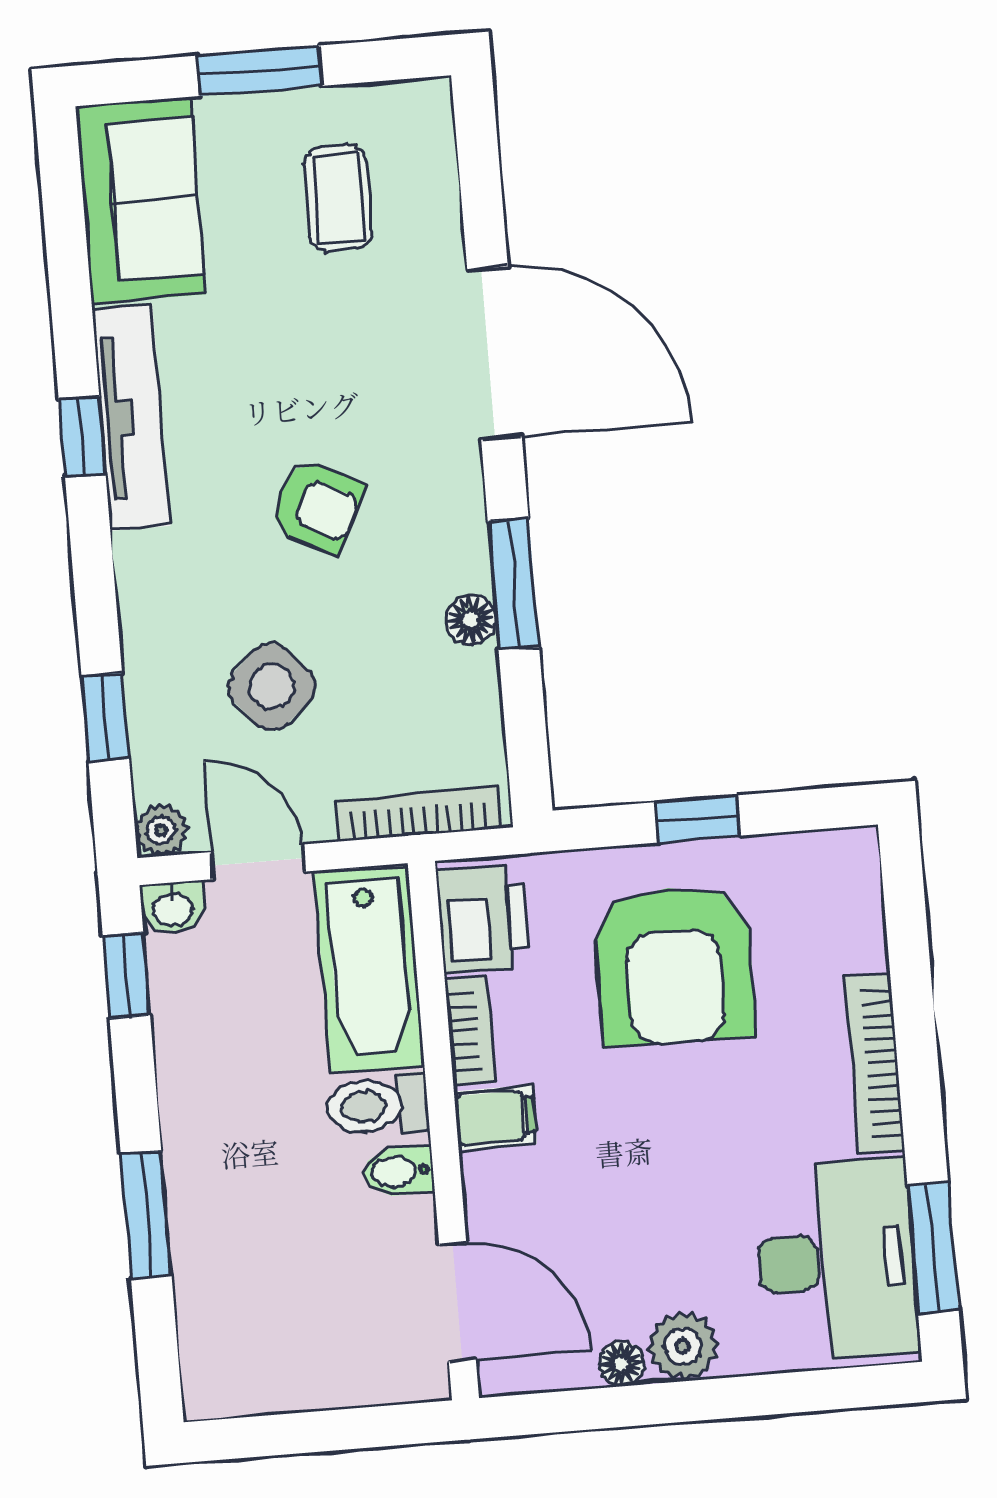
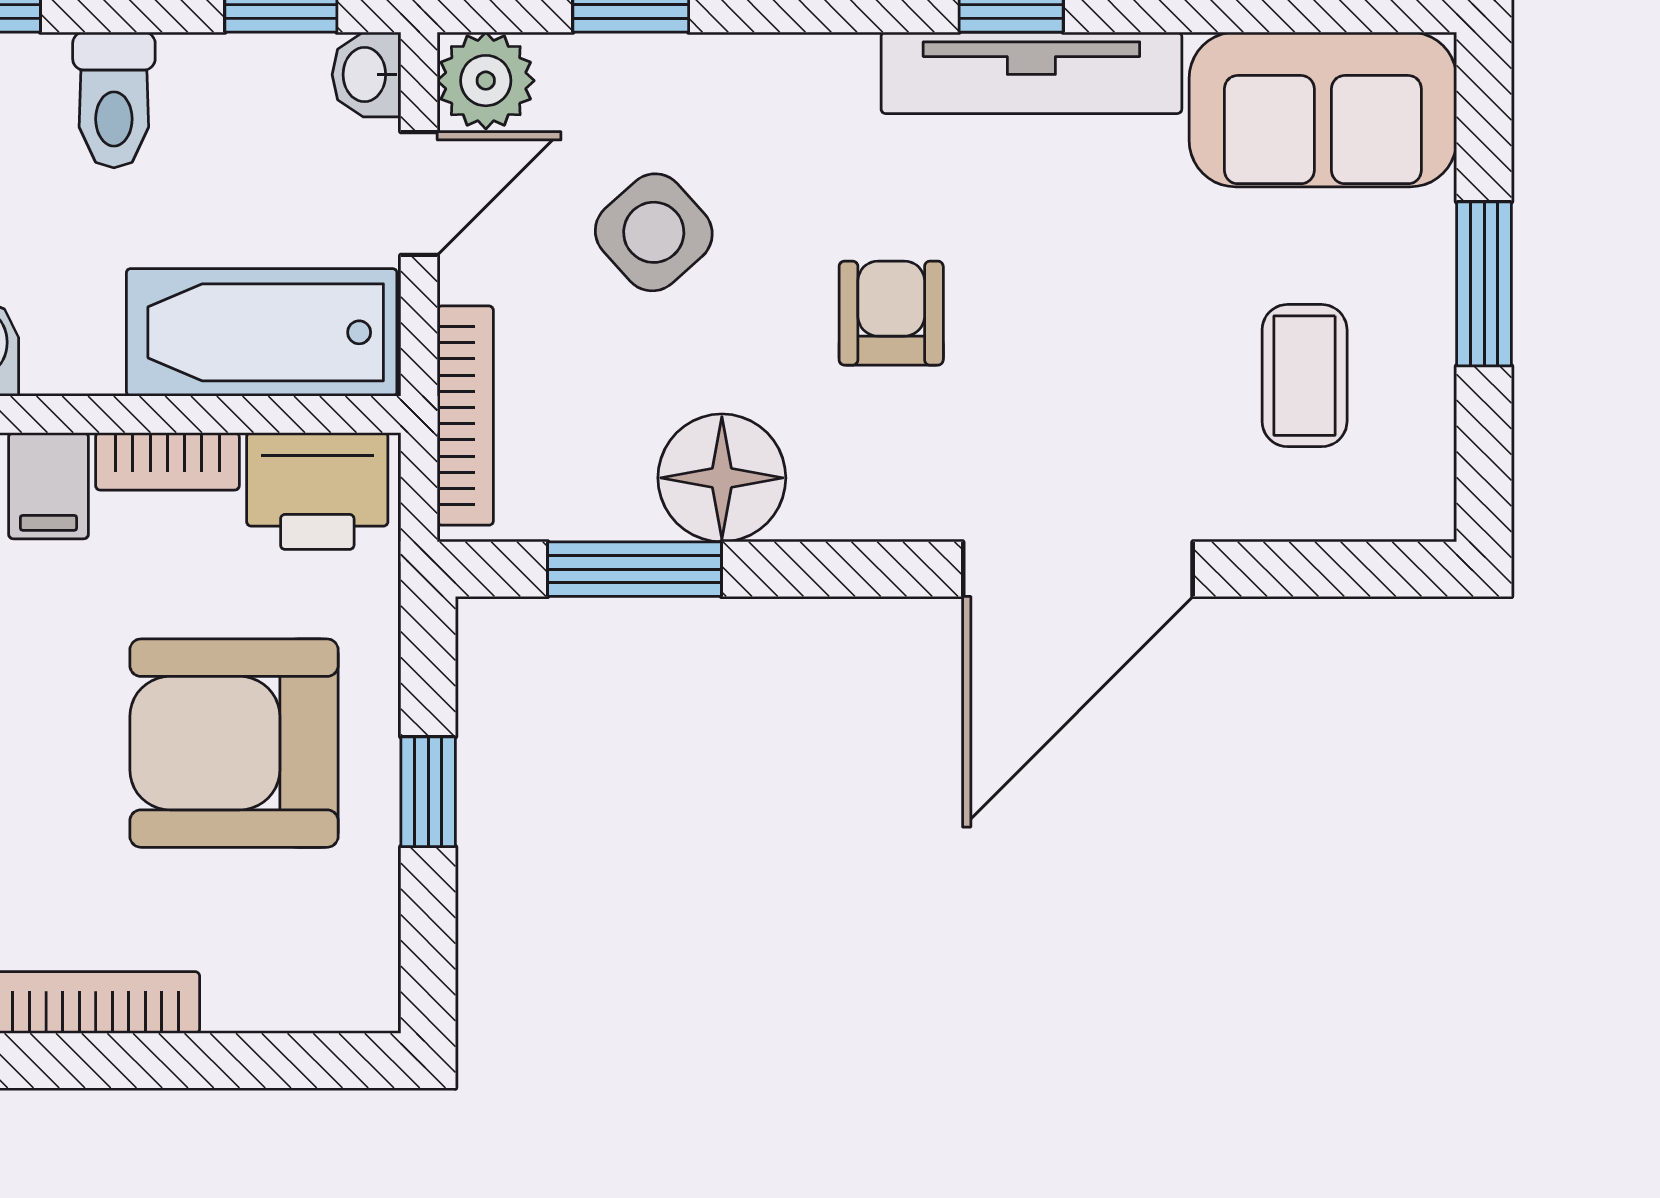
coffee table: (338, 198) -> (1305, 376), turned 90
armchair: (317, 506) -> (891, 313), turned 153
window: (513, 584) -> (635, 569), moved
floor lamp: (471, 619) -> (722, 478), width x1.89, depth x1.89
plant: (161, 830) -> (486, 81), width x1.38, depth x1.38
toilet: (377, 1106) -> (114, 100), moved, turned 180

